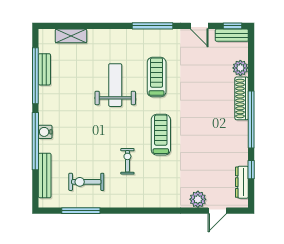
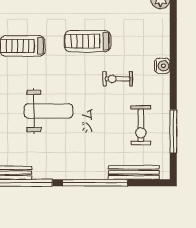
weight bench: (115, 85) -> (49, 111), moved, turned 180
water cooler: (45, 132) -> (162, 66), moved, turned -90

